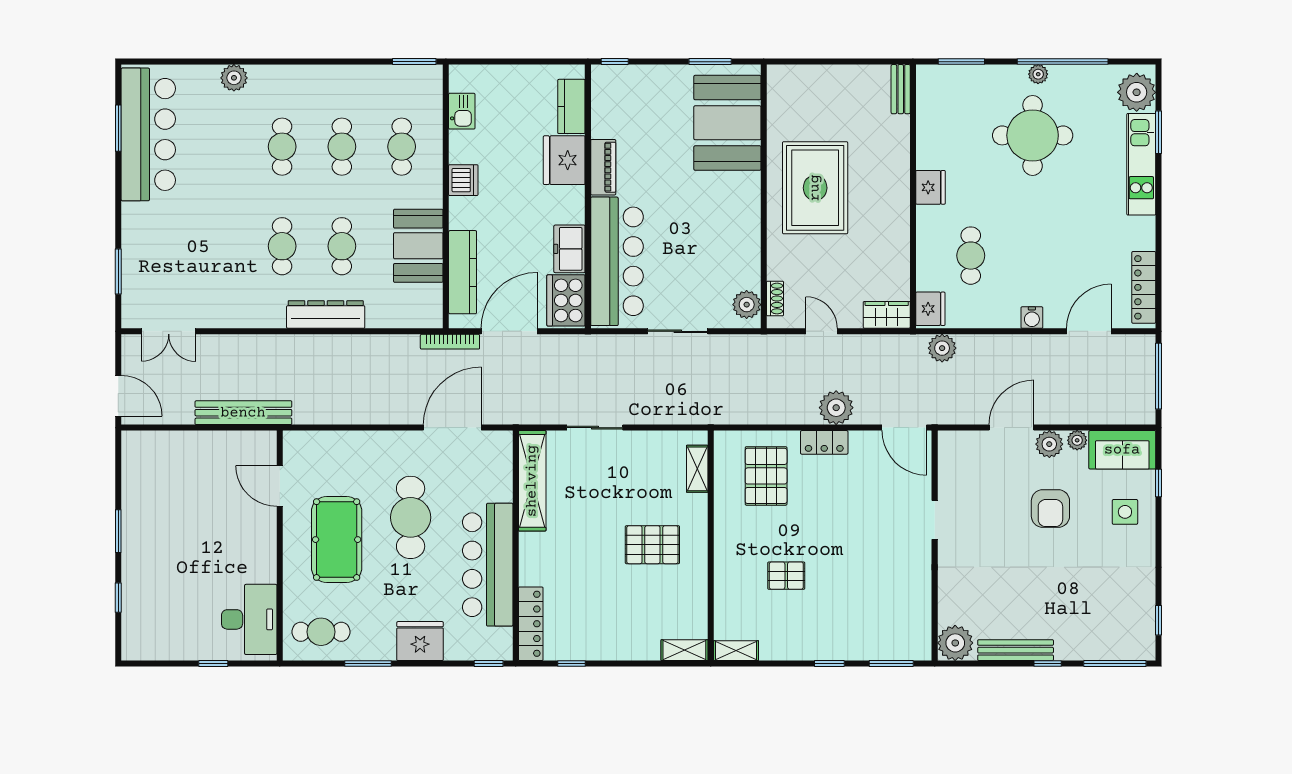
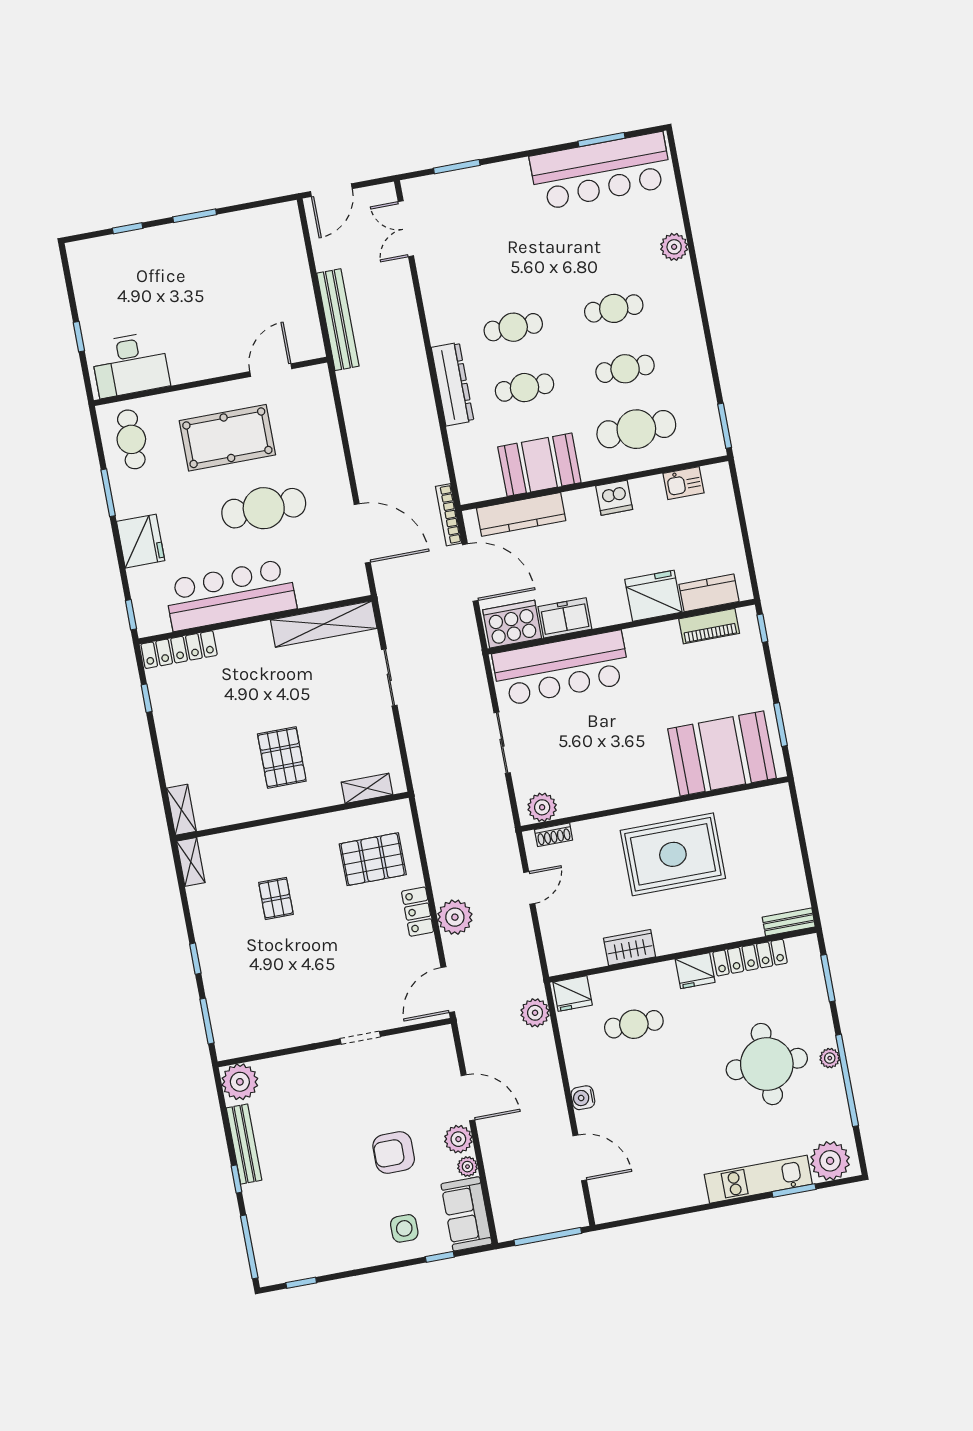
cafe table: (402, 147) -> (636, 429), width x1.37, depth x1.35
piano: (603, 167) -> (709, 626), moved
locker: (1144, 287) -> (750, 958), moved, turned 180
wardrobe: (887, 315) -> (630, 947), moved, turned -90

